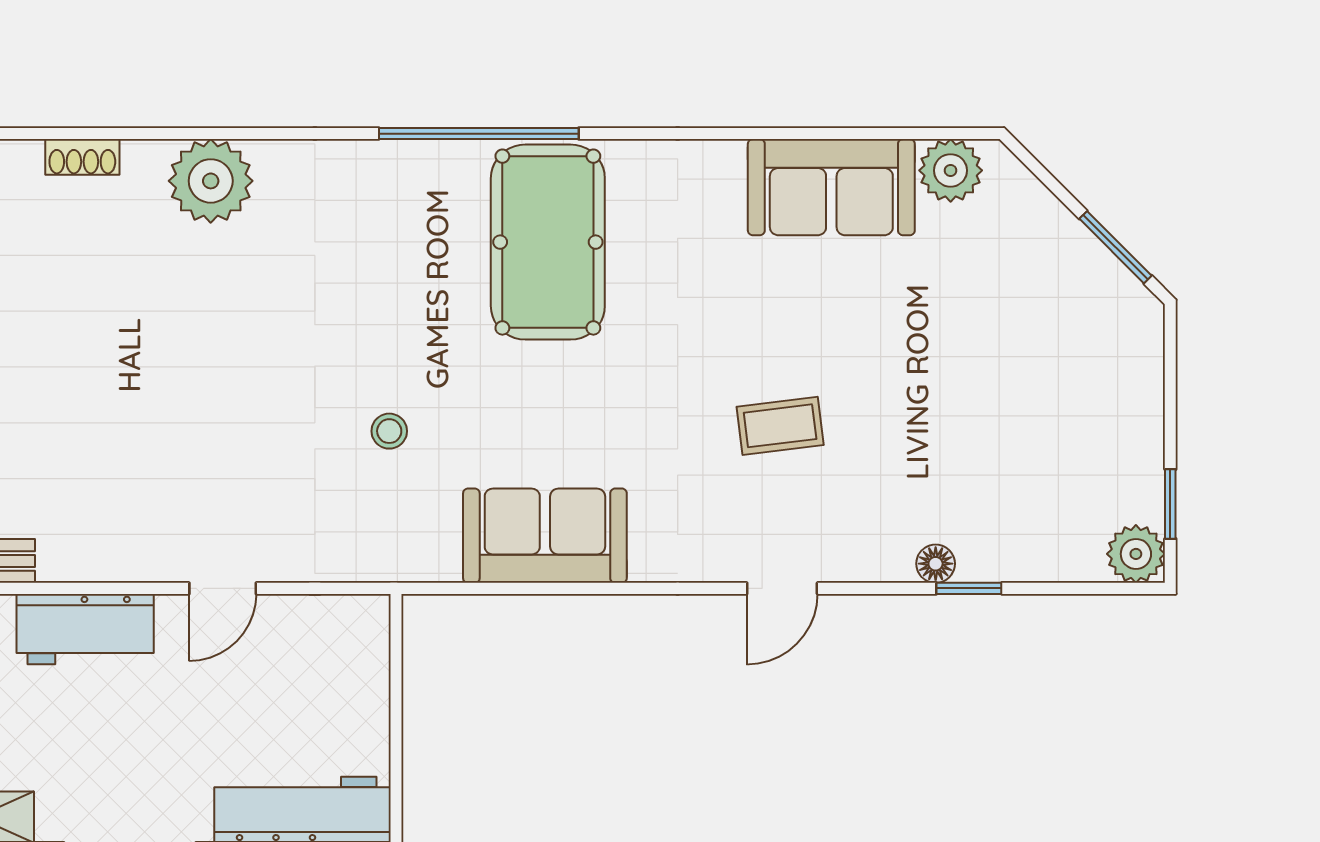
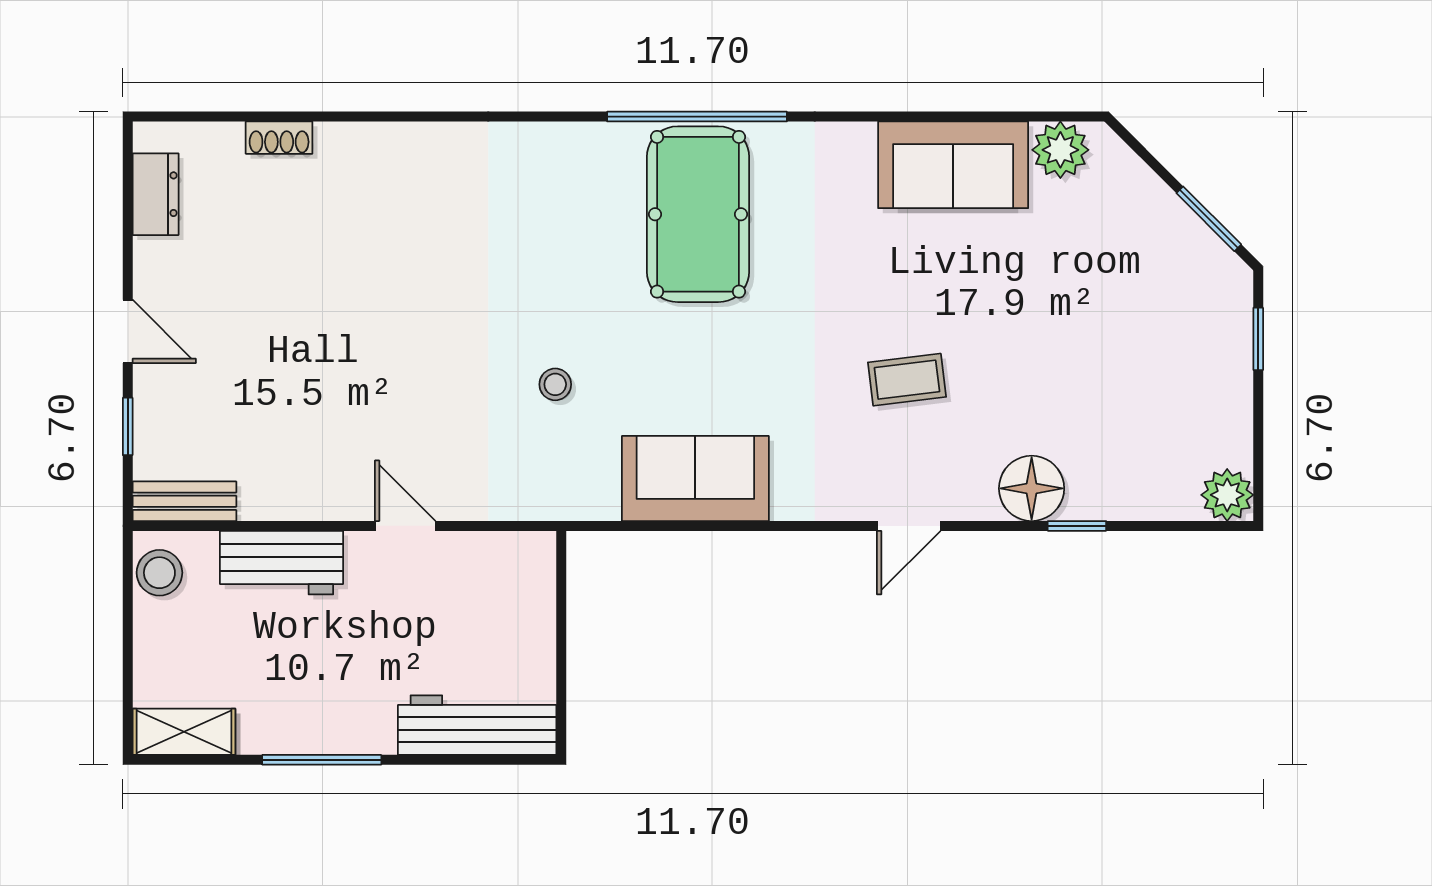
window: (479, 134) -> (697, 117), moved
plant: (211, 181) -> (395, 159), removed
window: (1170, 504) -> (1258, 339), moved
floor lamp: (936, 564) -> (1032, 488), width x1.89, depth x1.89
door: (223, 588) -> (405, 526), swing flipped

